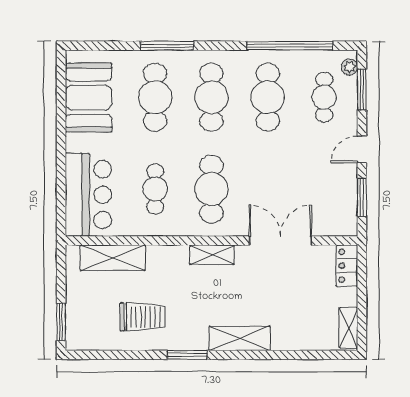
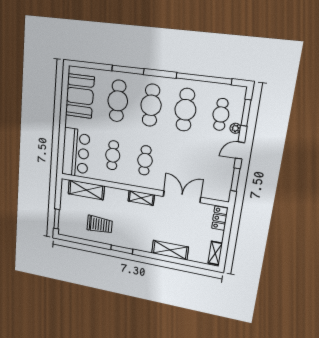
plant: (350, 67) -> (235, 128), moved
cafe table: (211, 189) -> (145, 160), width x0.73, depth x0.74
shelving: (240, 338) -> (170, 250), moved

